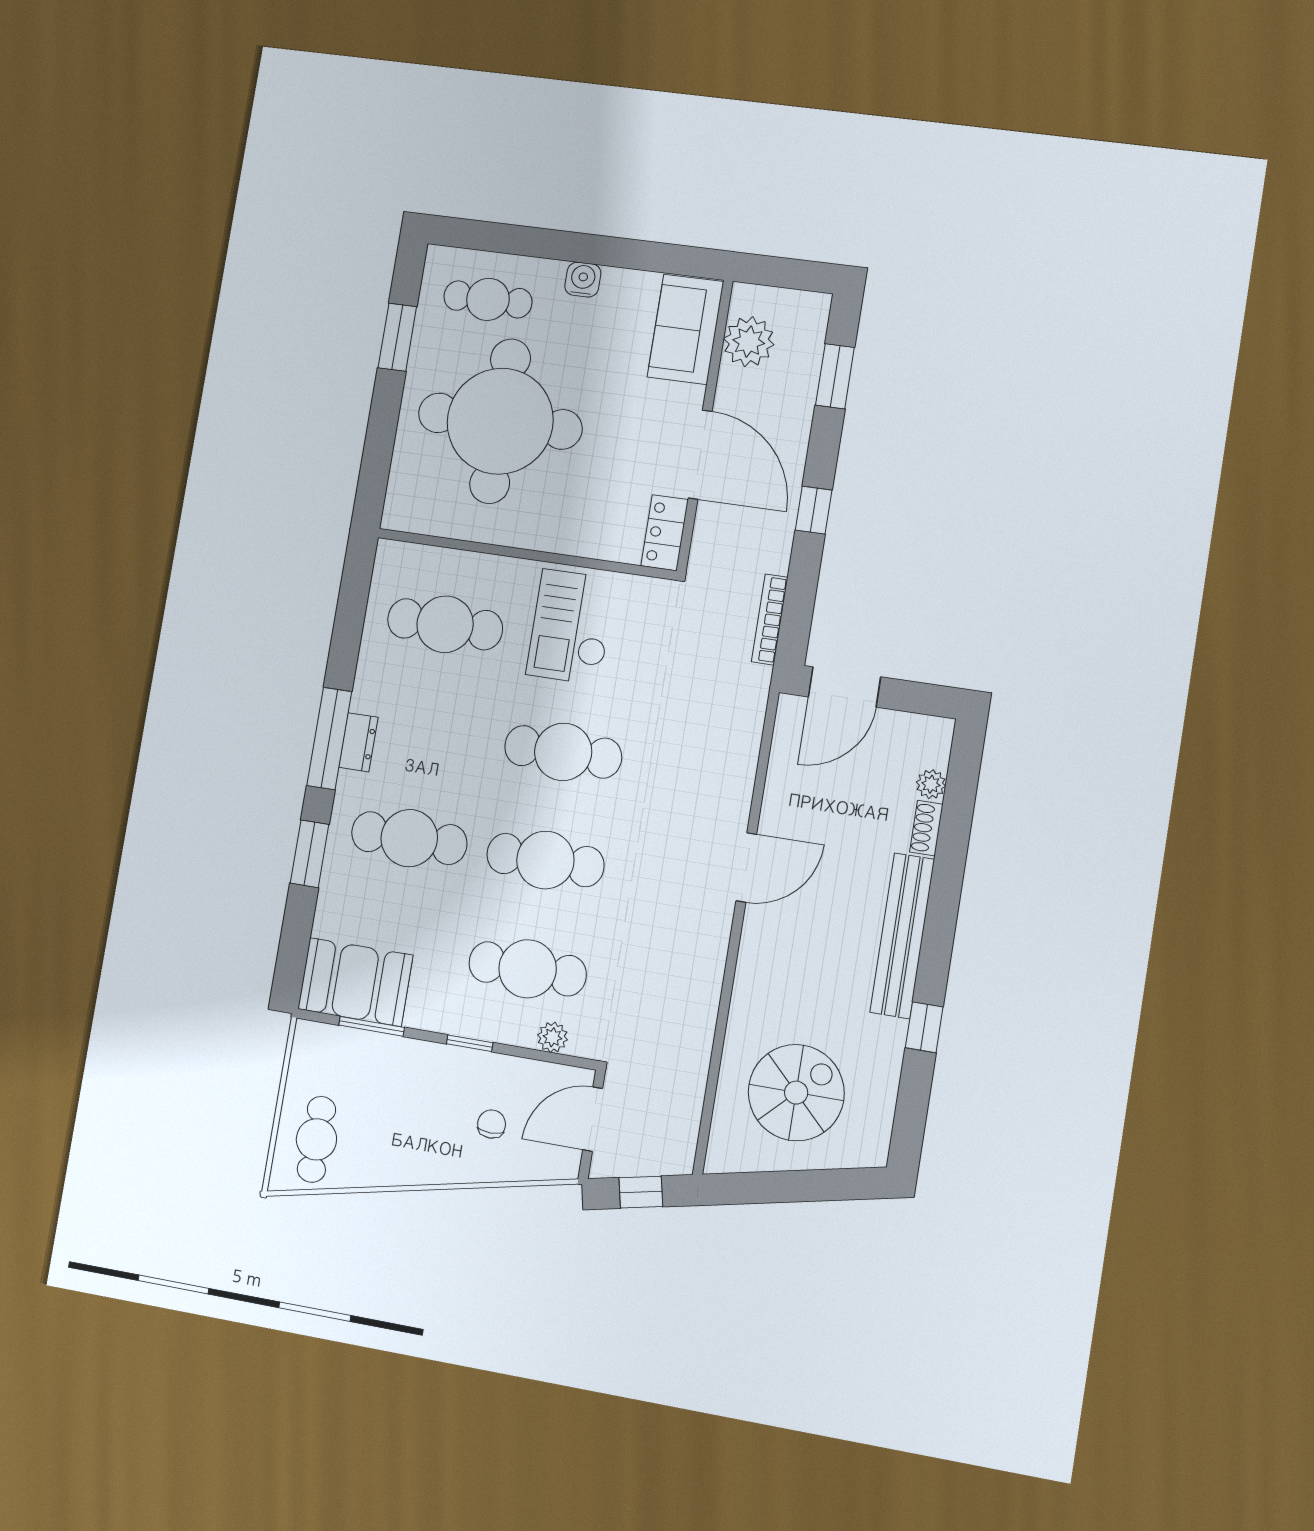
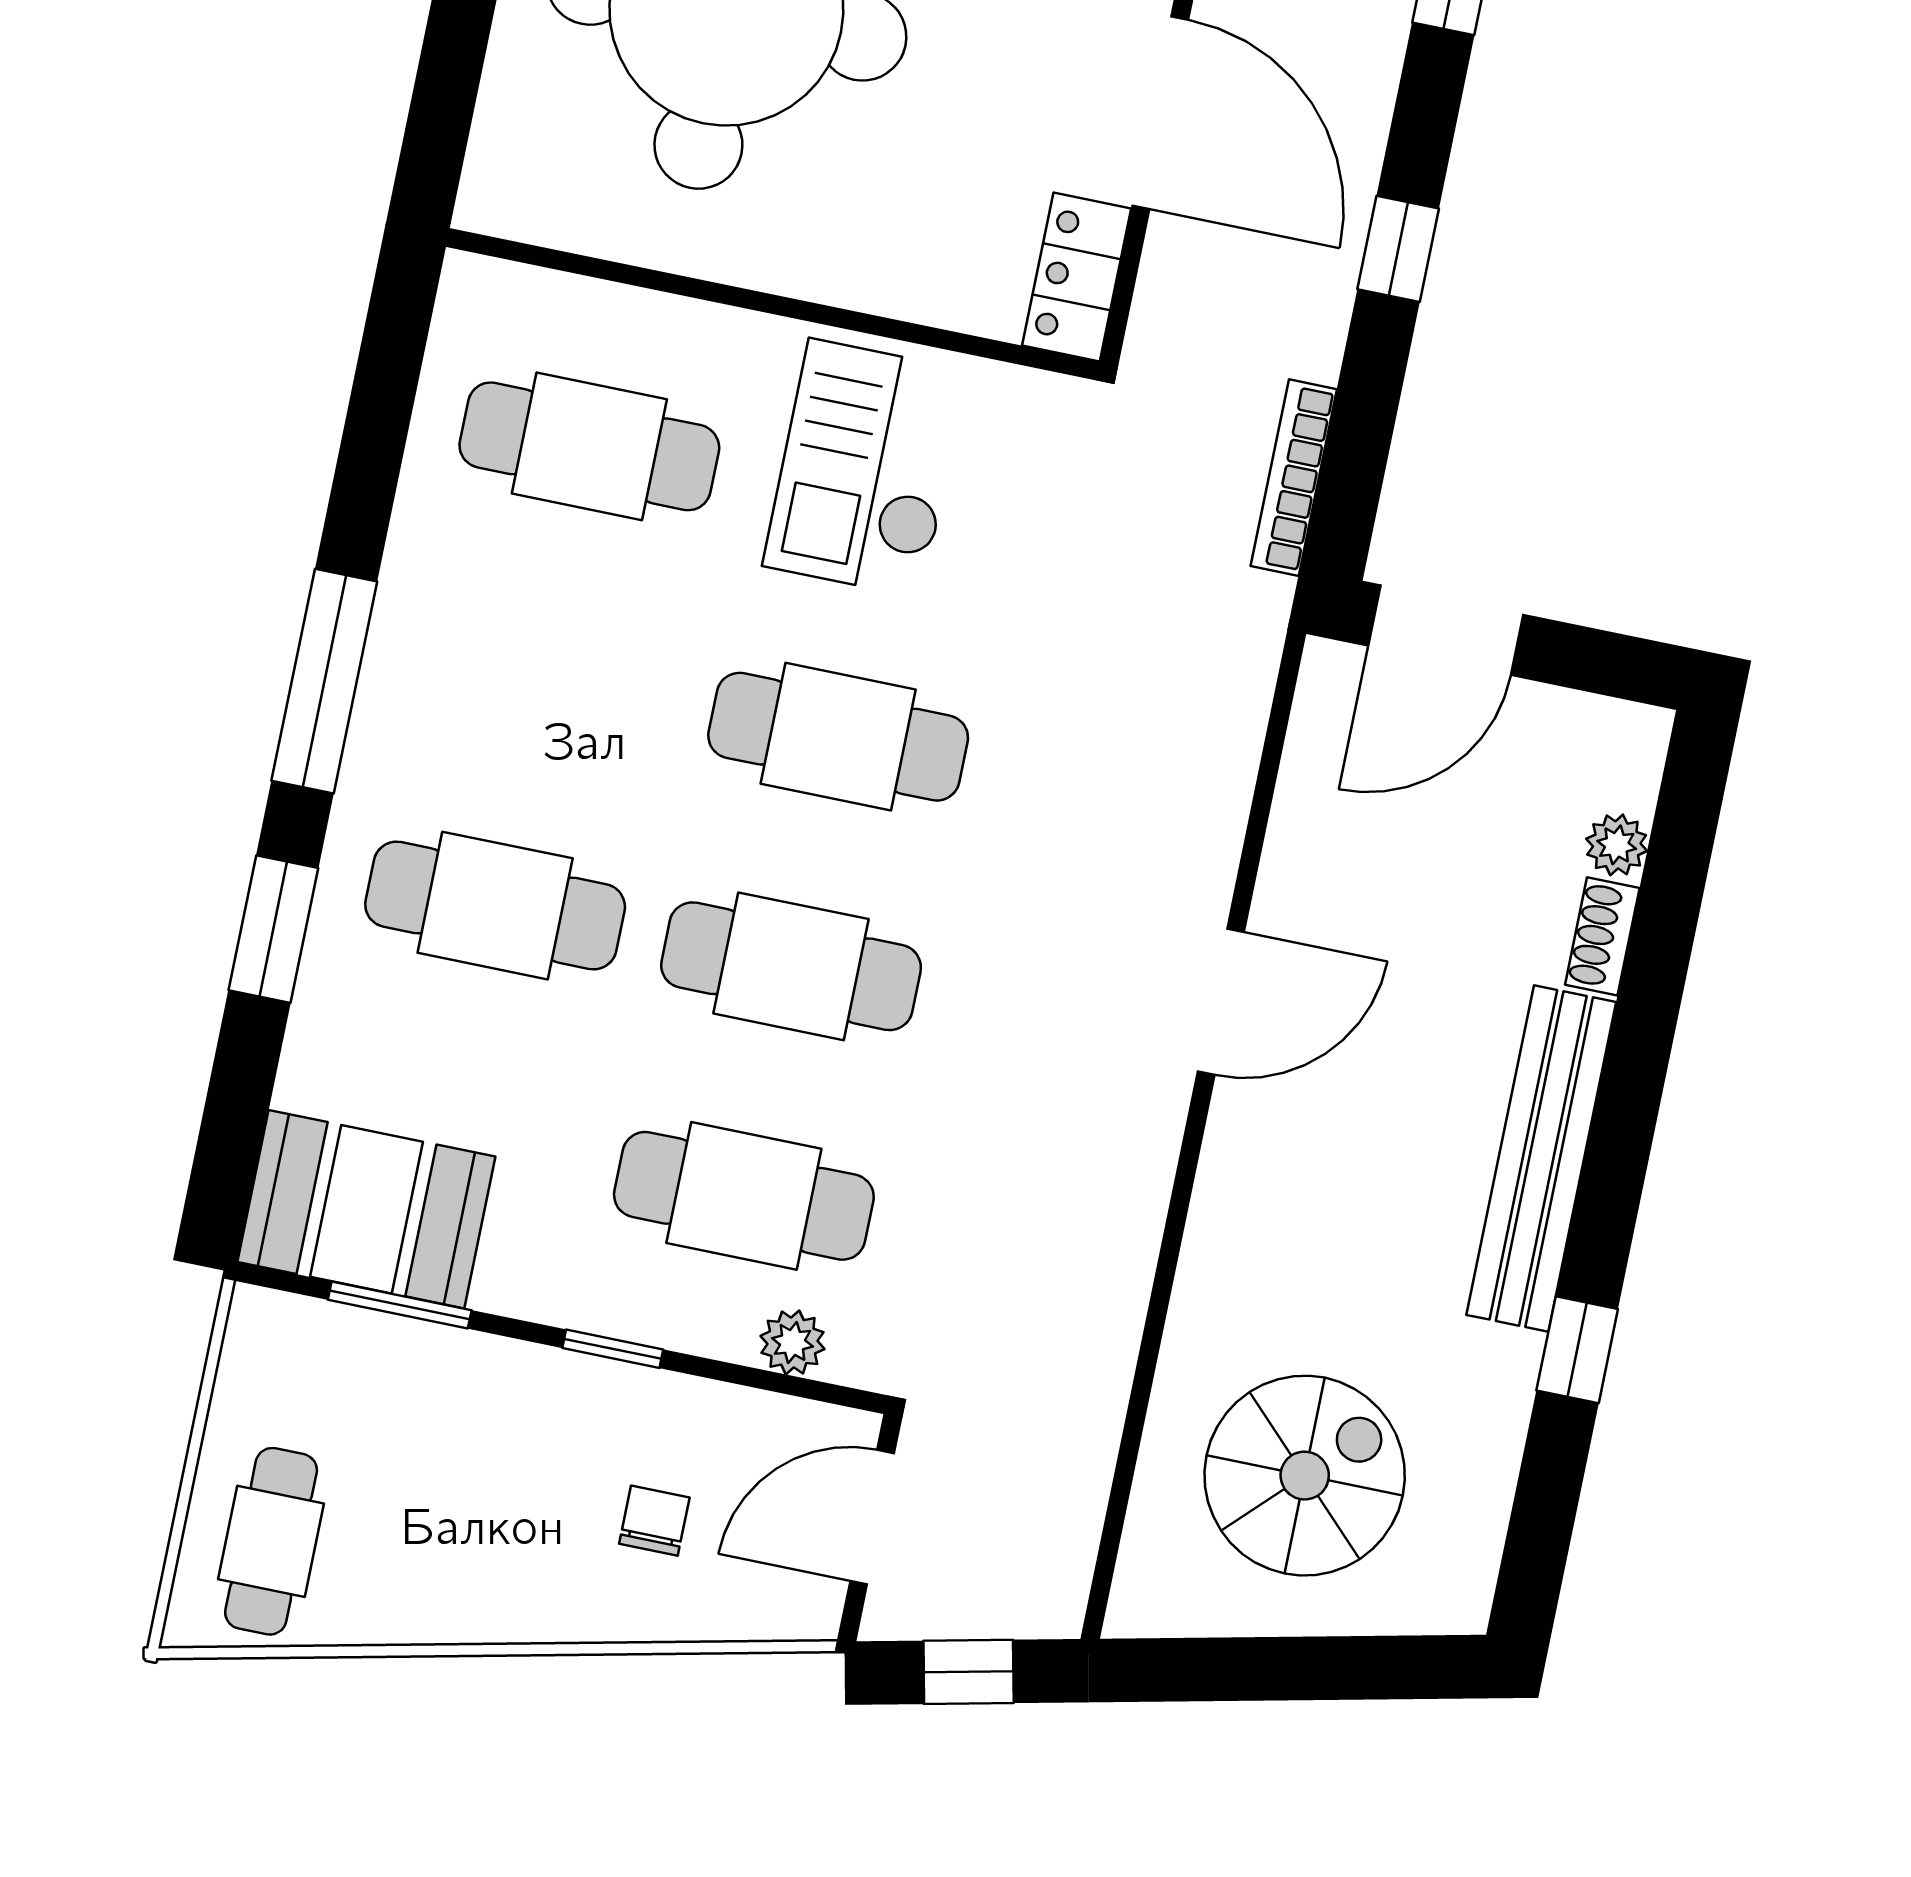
dresser: (358, 742) -> (389, 693), removed

